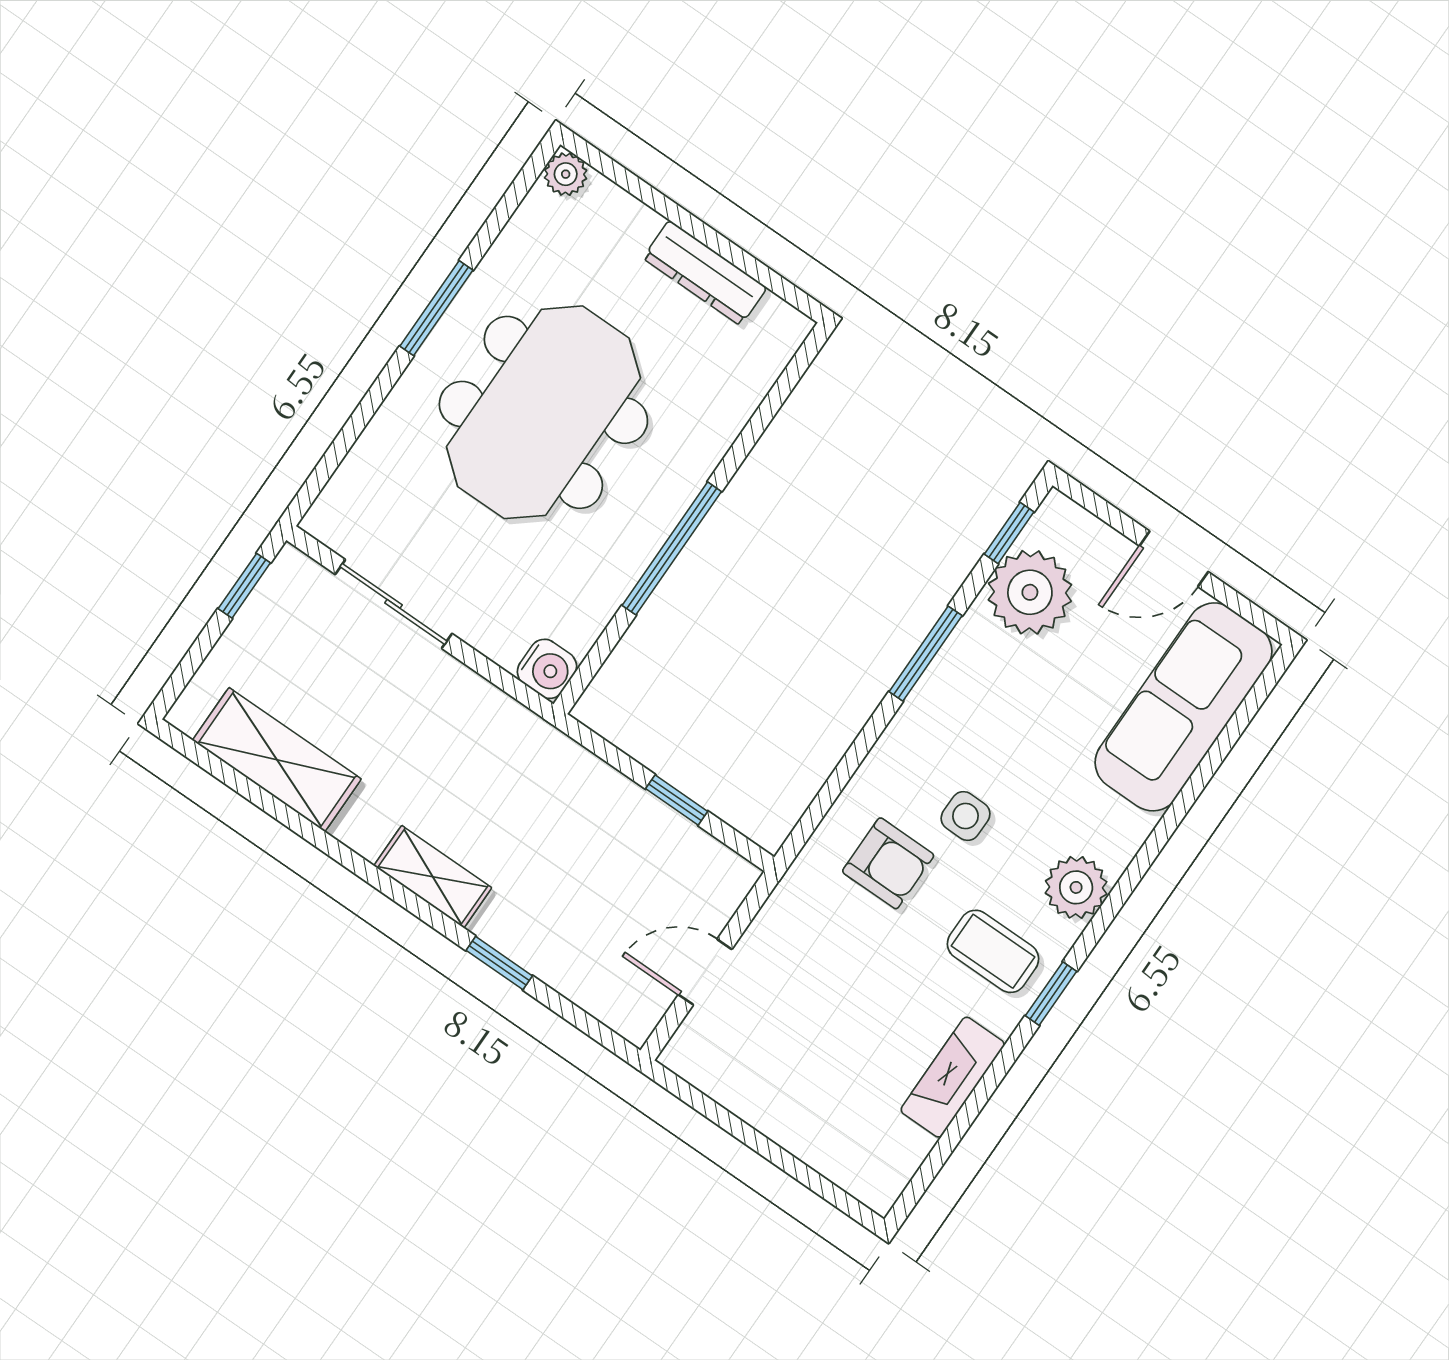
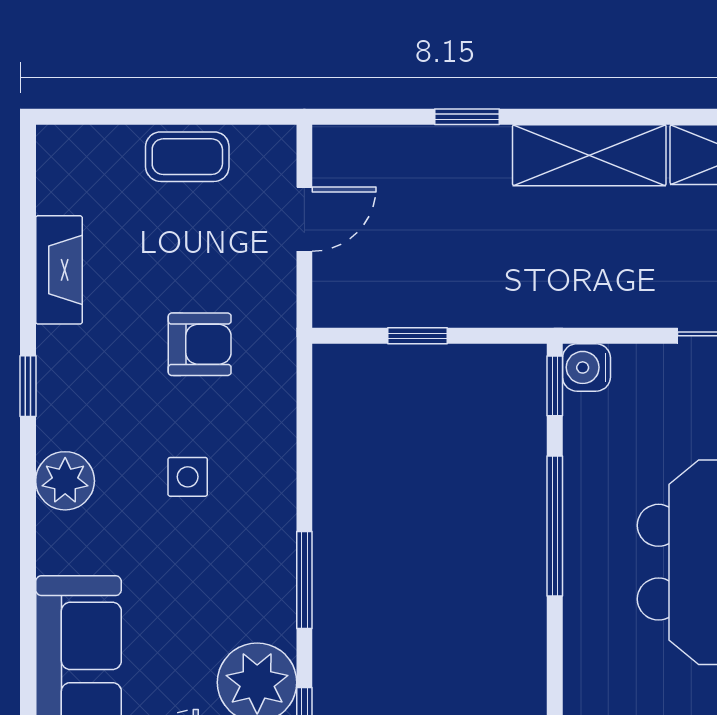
window: (586, 672) -> (555, 386), added
armchair: (888, 863) -> (200, 344), moved, turned 180
shelving: (433, 877) -> (589, 155), width x1.50, depth x1.33
coffee table: (993, 951) -> (187, 157), moved

